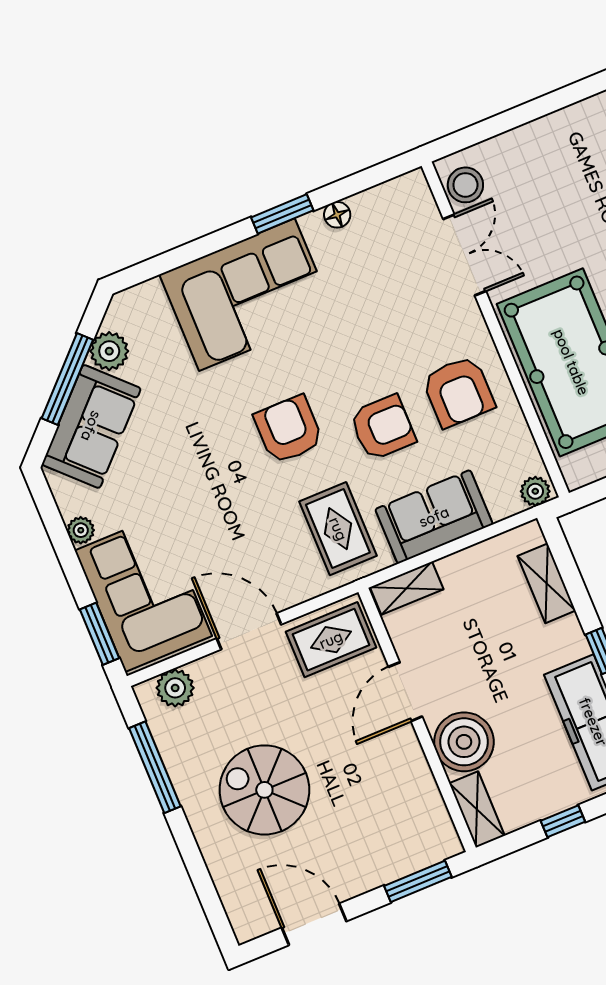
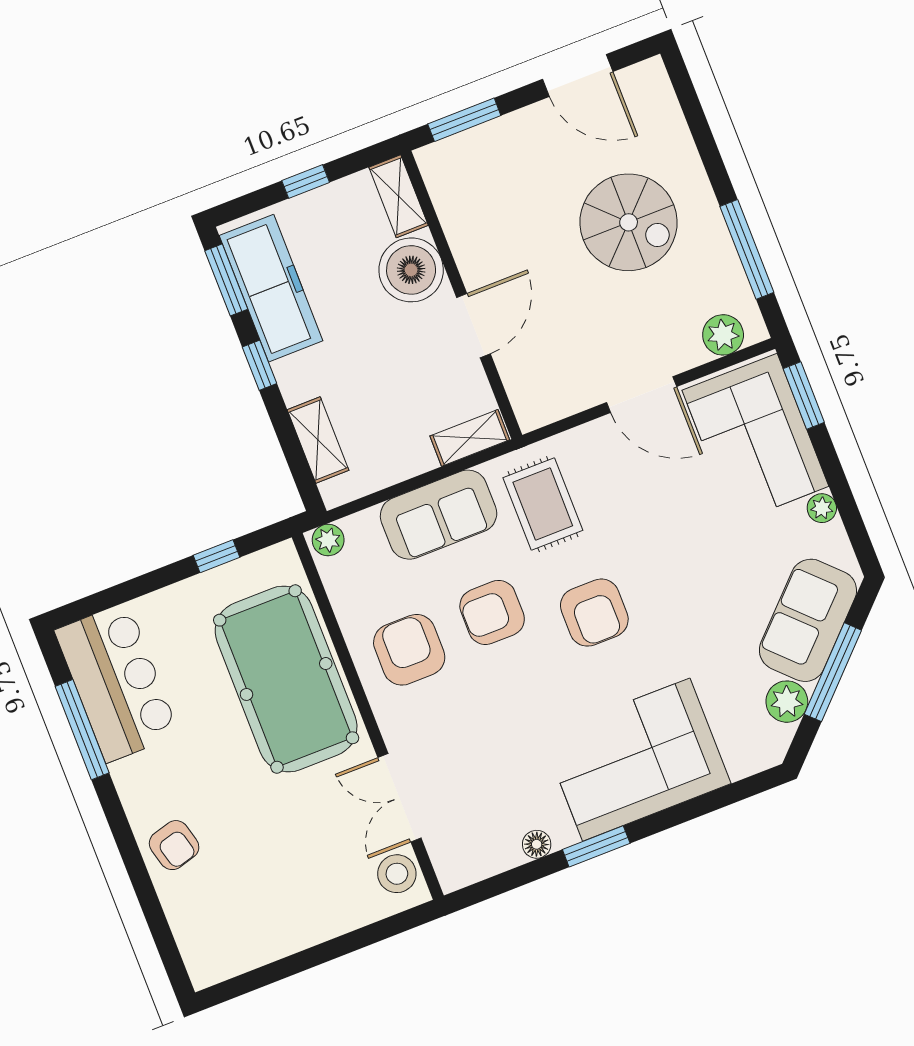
rug: (331, 640) -> (553, 384), removed

